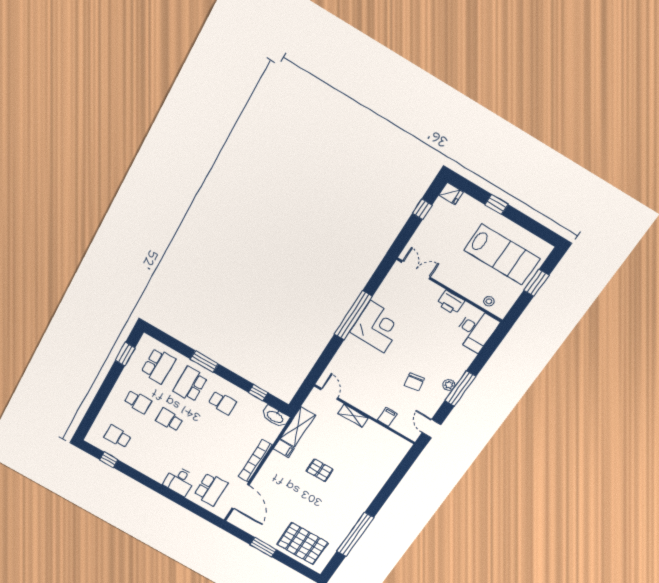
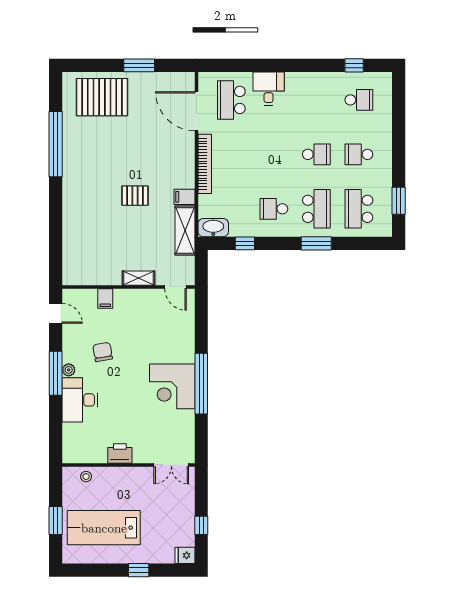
desk: (476, 330) -> (80, 400), moved

